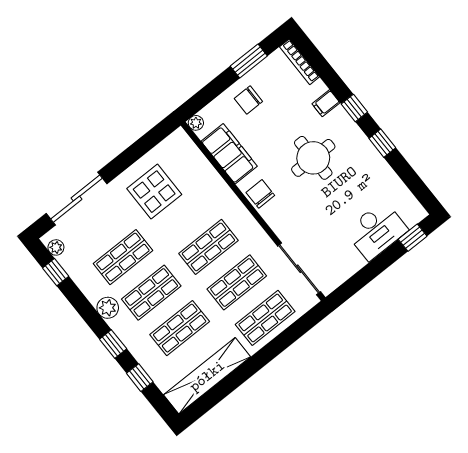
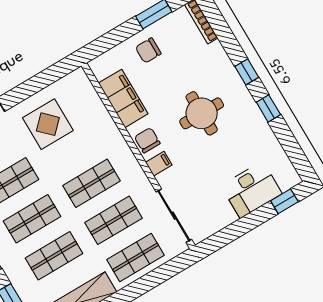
filing cabinet: (326, 103) -> (159, 164), moved, turned 180
plant: (196, 123) -> (96, 65), removed

